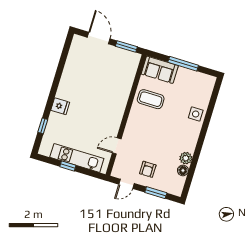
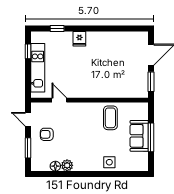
sofa: (160, 70) -> (139, 136), moved
window: (68, 166) -> (28, 51), moved

